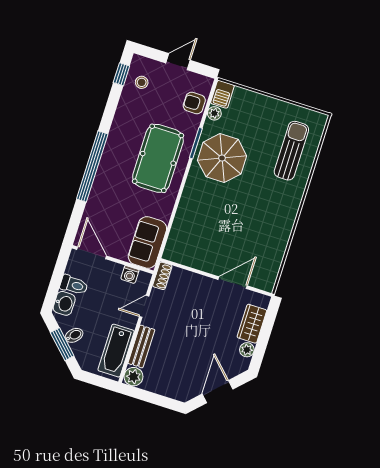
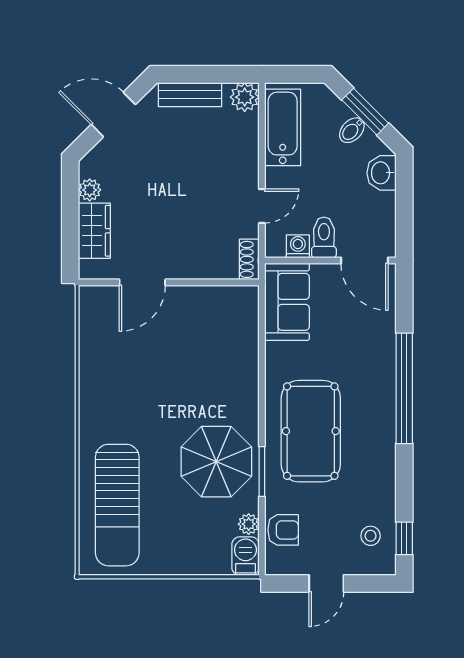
sun lounger: (291, 151) -> (117, 505), width x1.36, depth x1.34
toilet: (74, 285) -> (324, 237), moved, turned 90
bench: (141, 346) -> (190, 95), moved, turned 90
door: (218, 392) -> (113, 114), swing flipped

